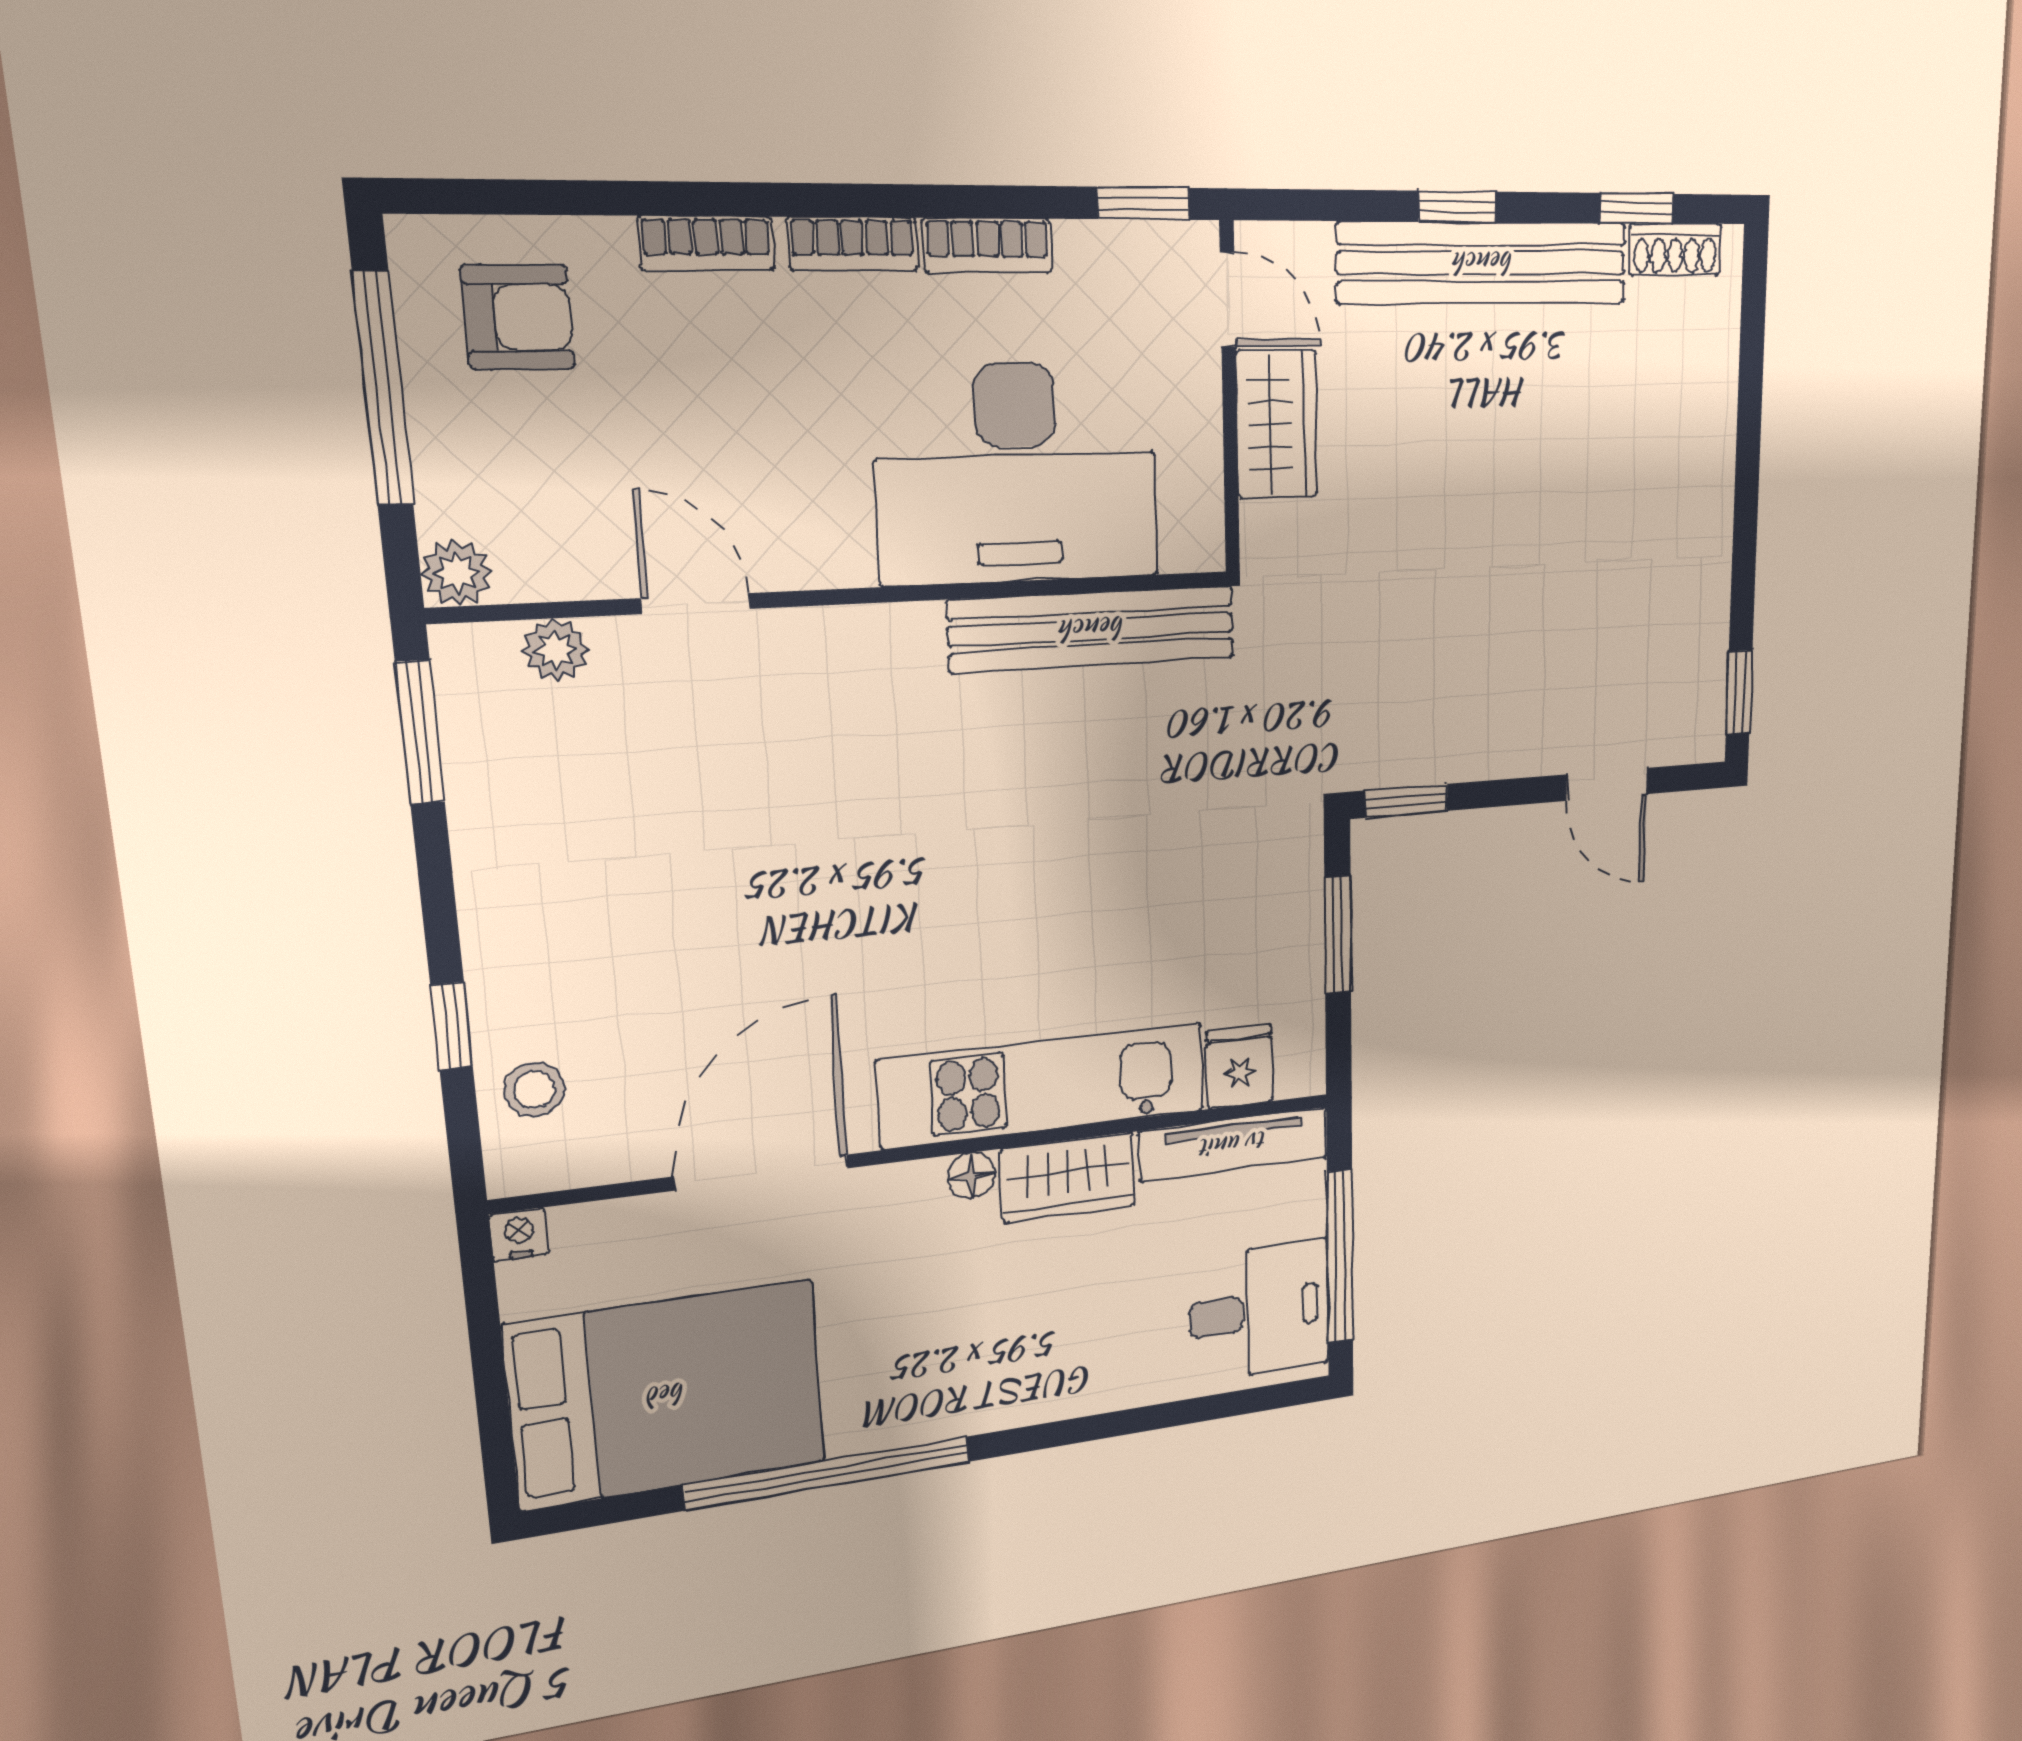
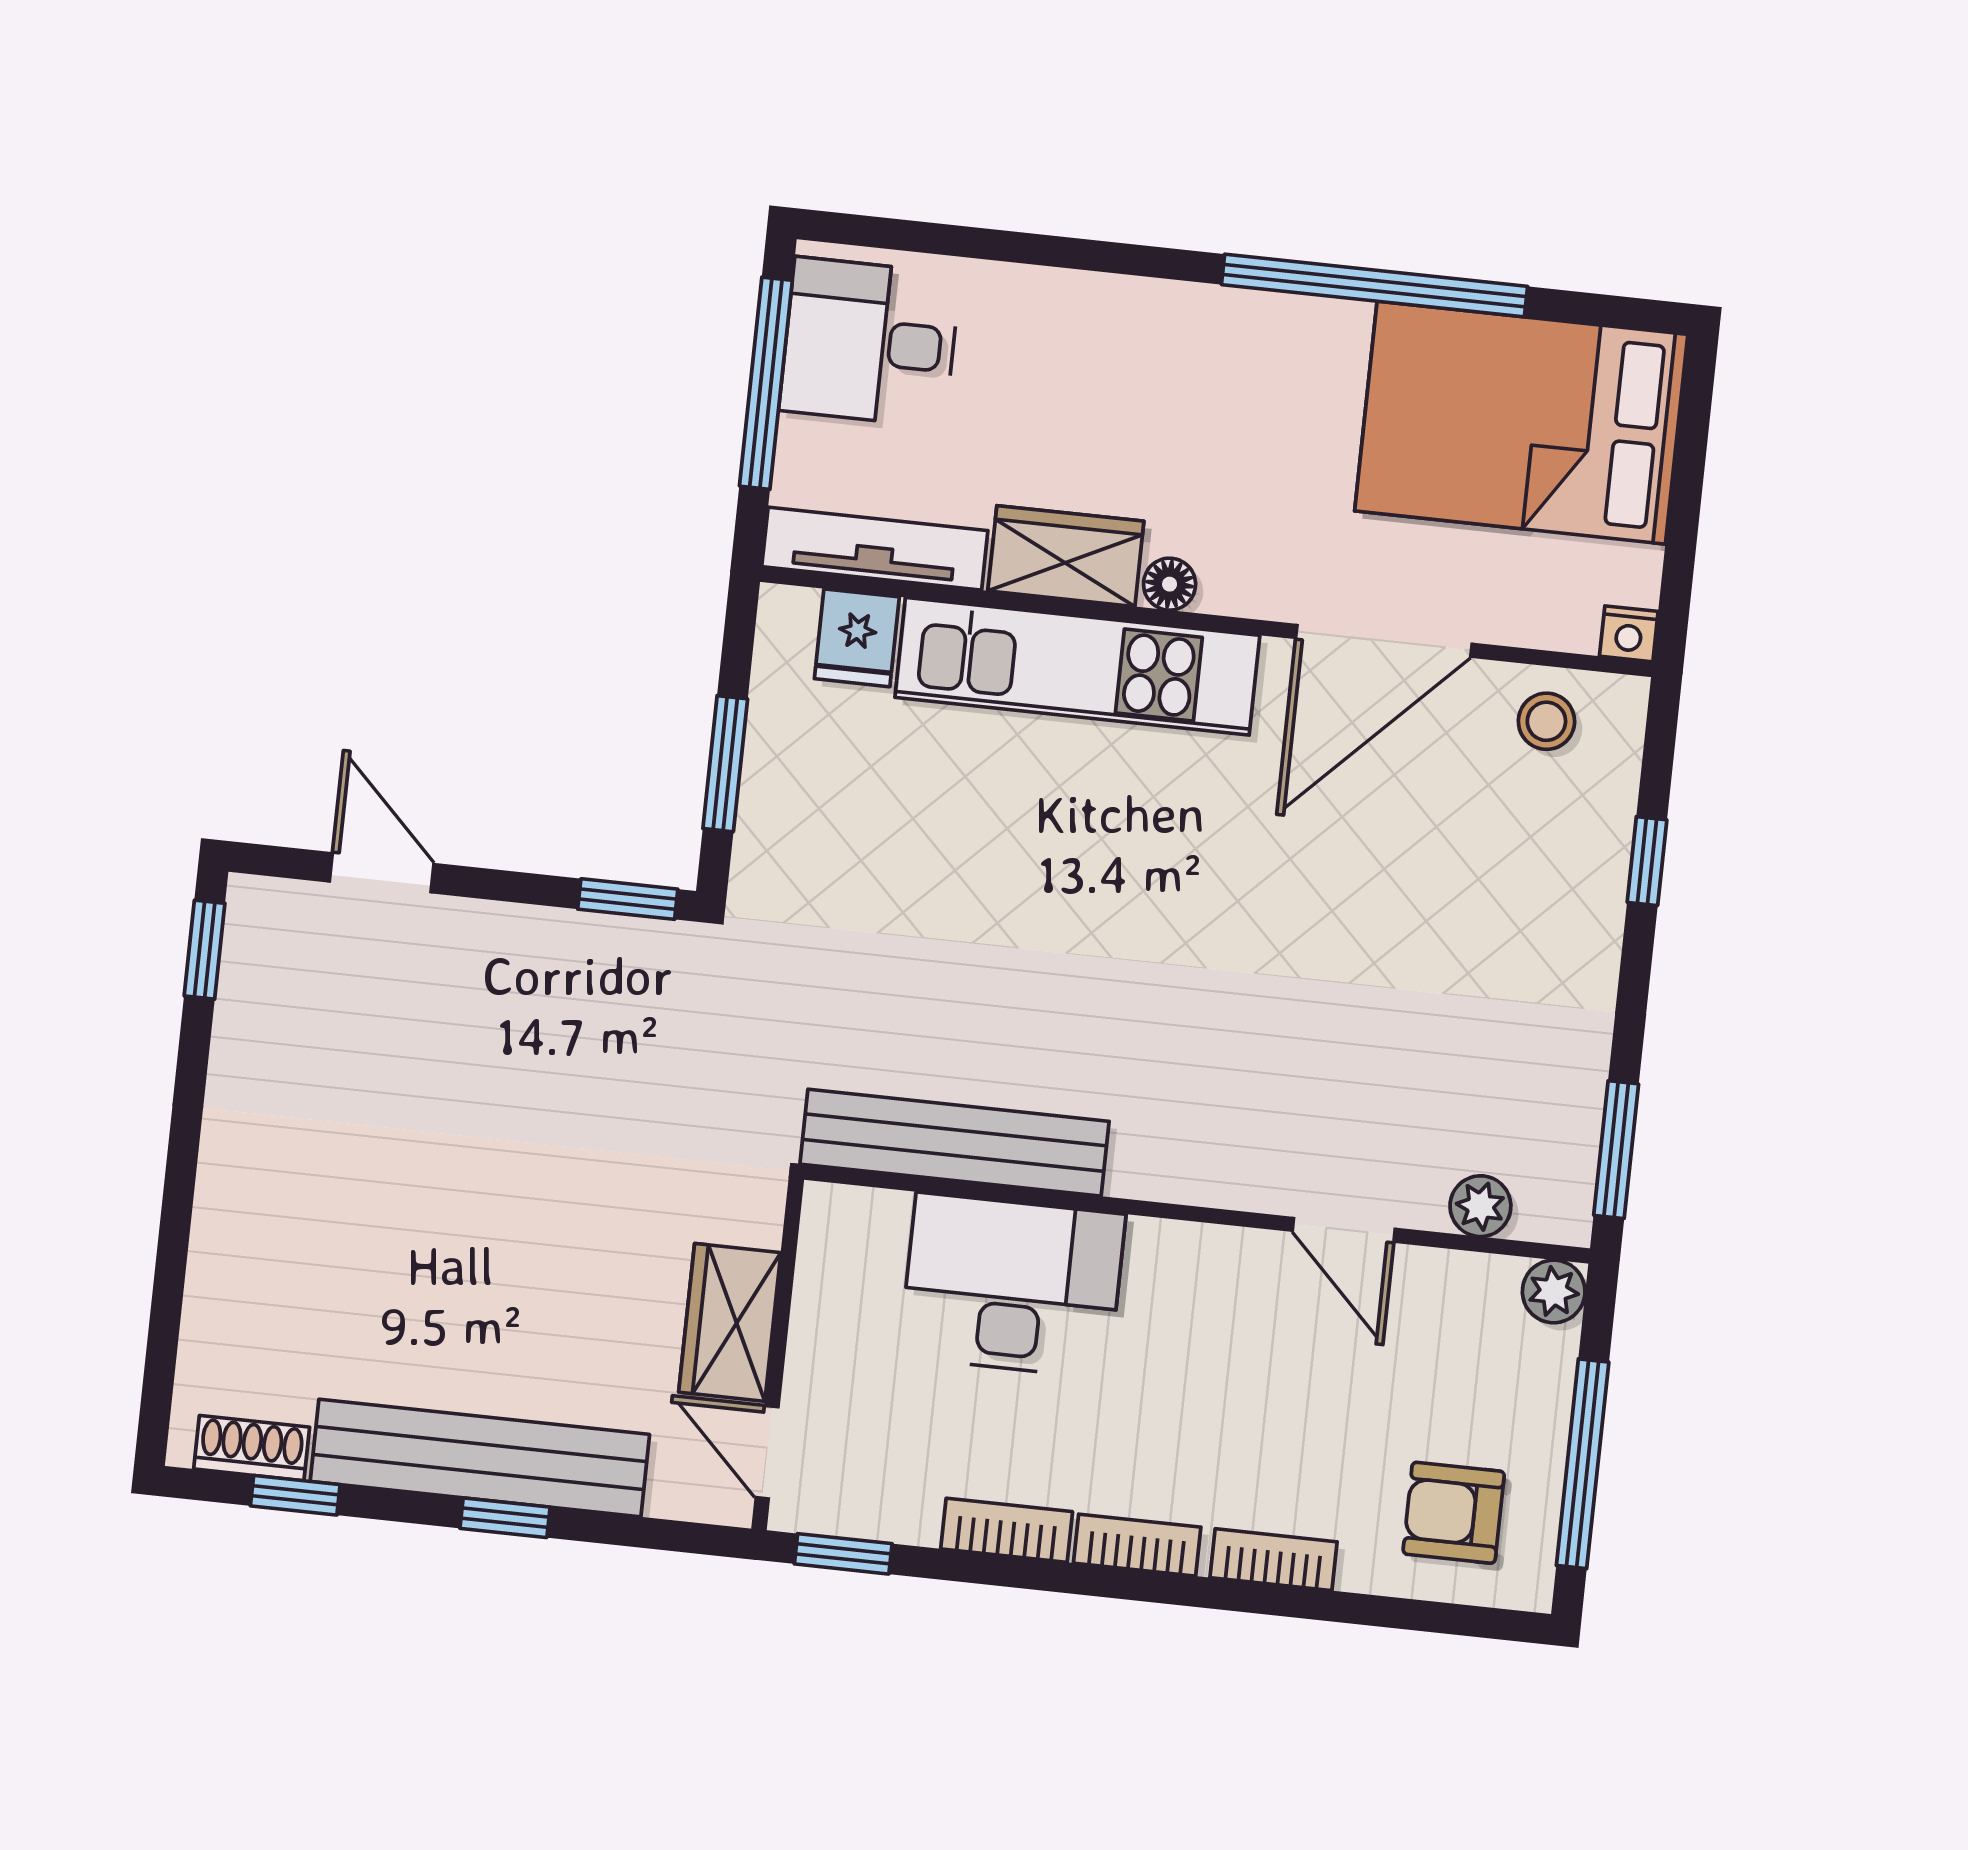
desk: (1017, 473) -> (1012, 1286), width x0.73, depth x0.77
stool: (534, 1089) -> (1546, 721), moved

